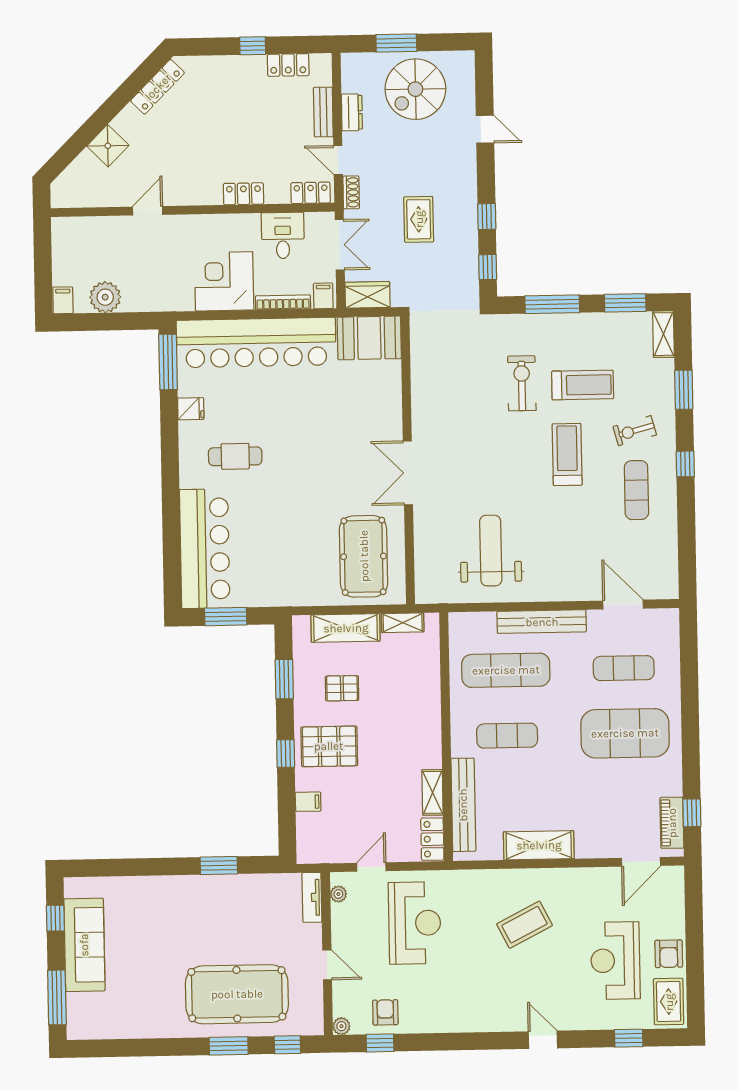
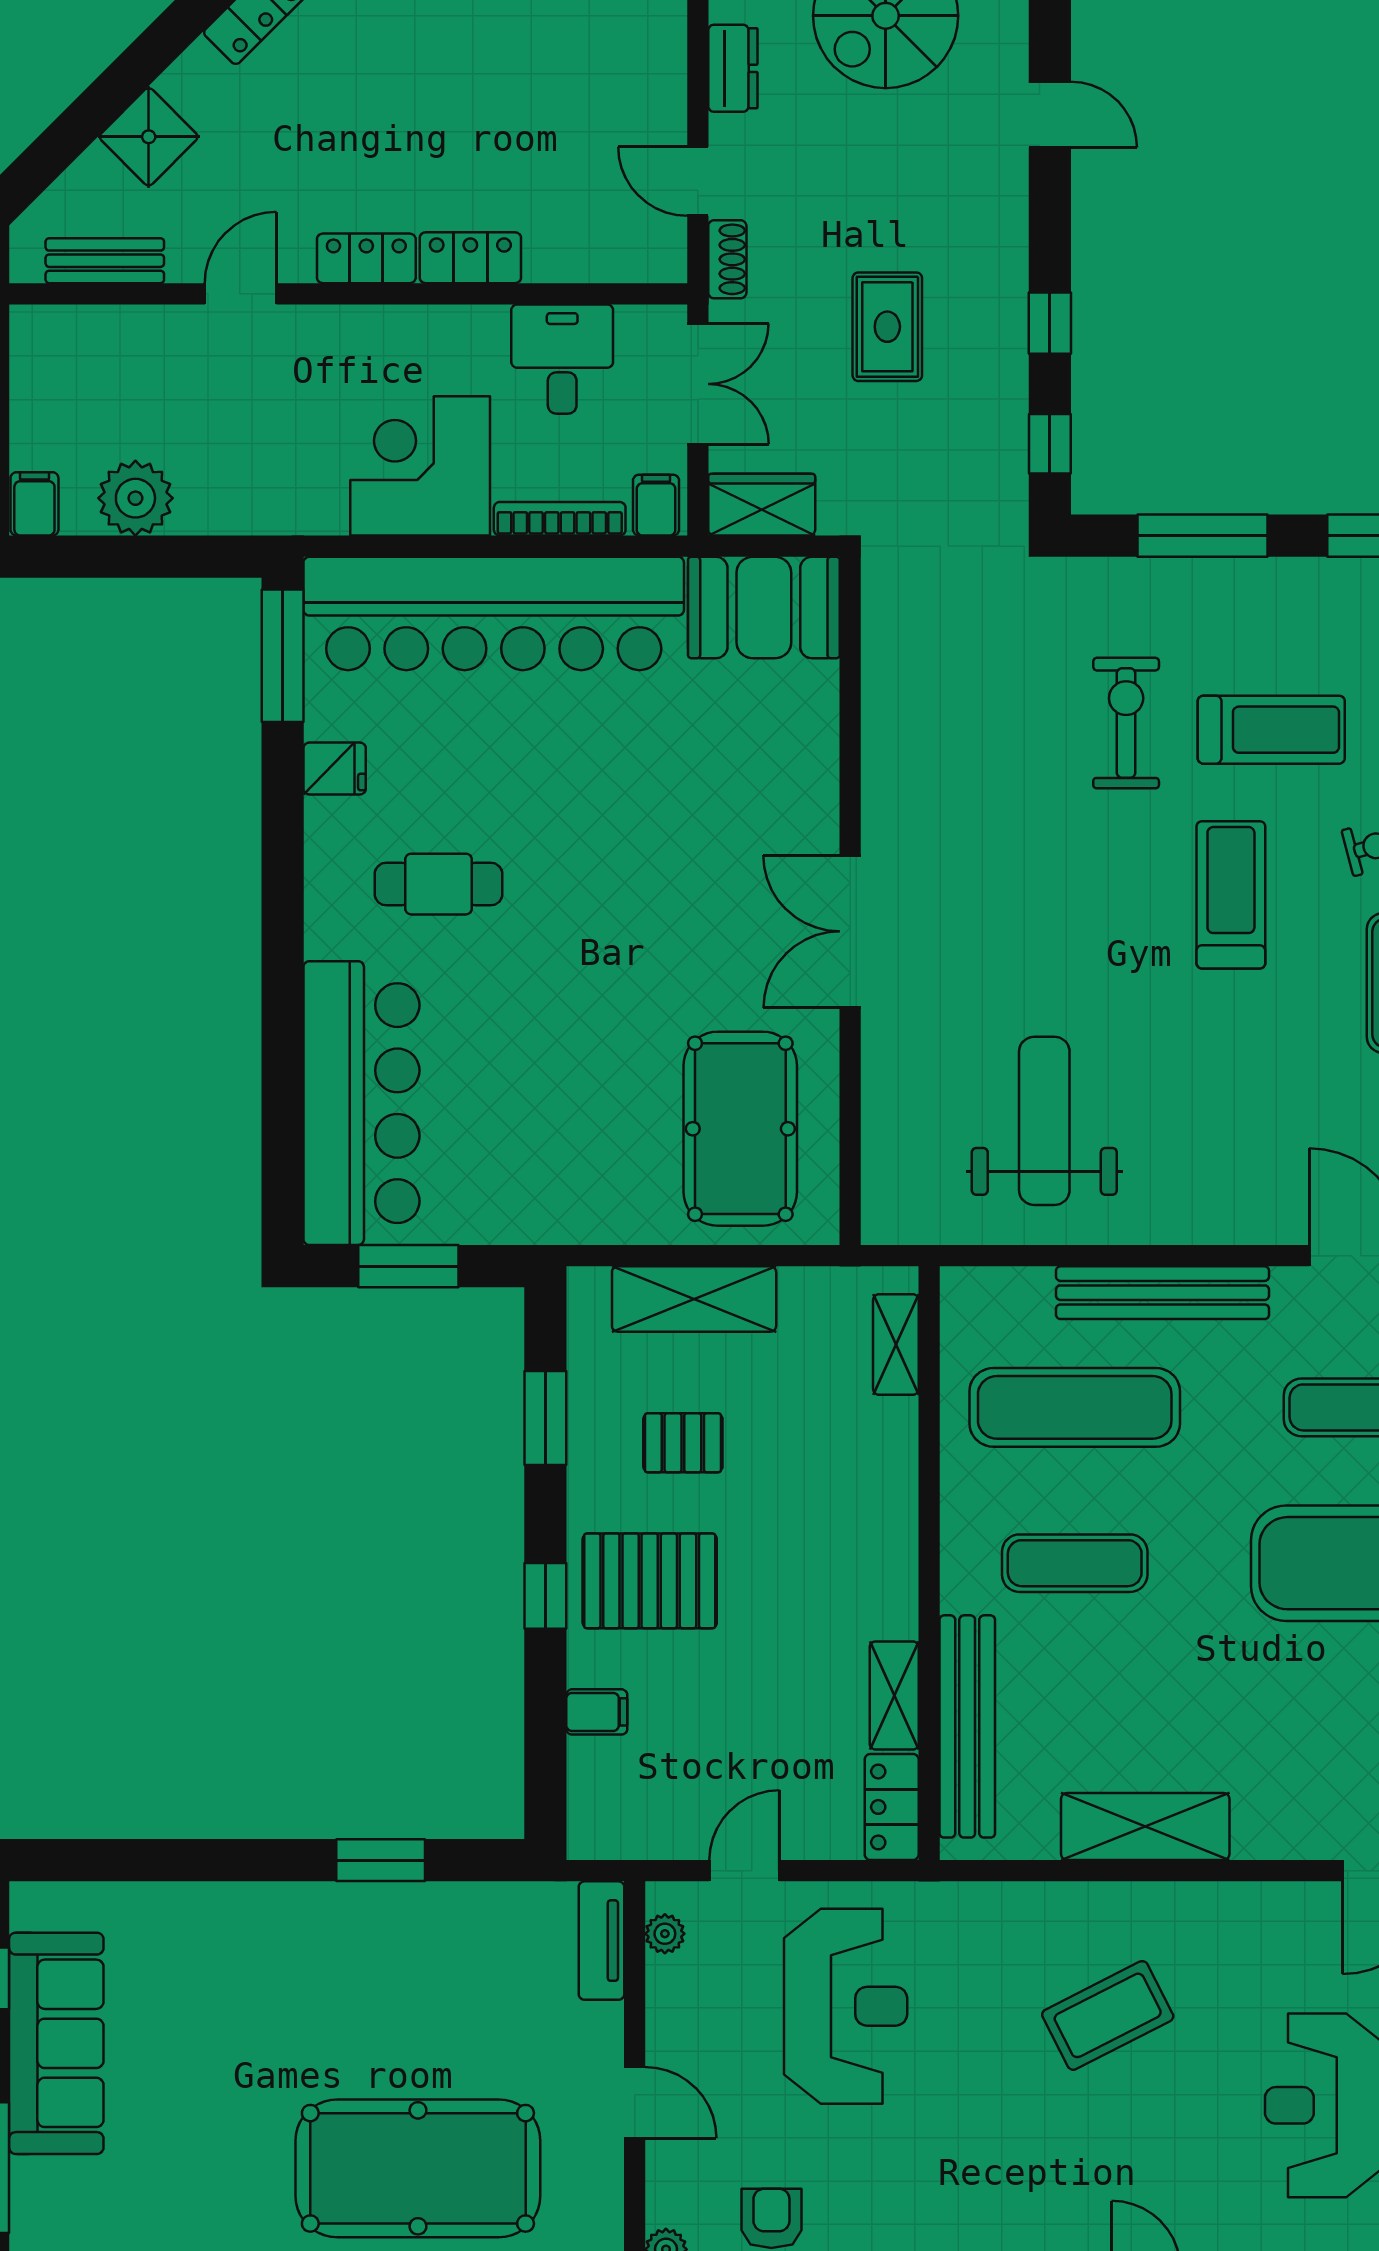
bench: (323, 112) -> (105, 261), moved, turned 90
locker: (311, 193) -> (366, 258), moved
shelving: (403, 623) -> (896, 1344), moved, turned 90

